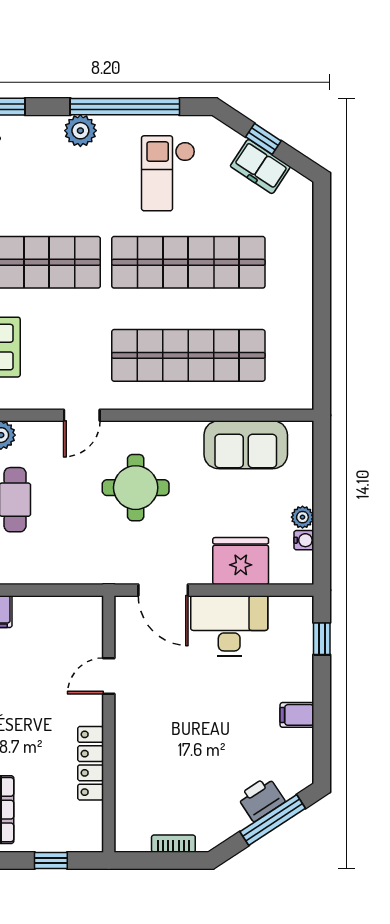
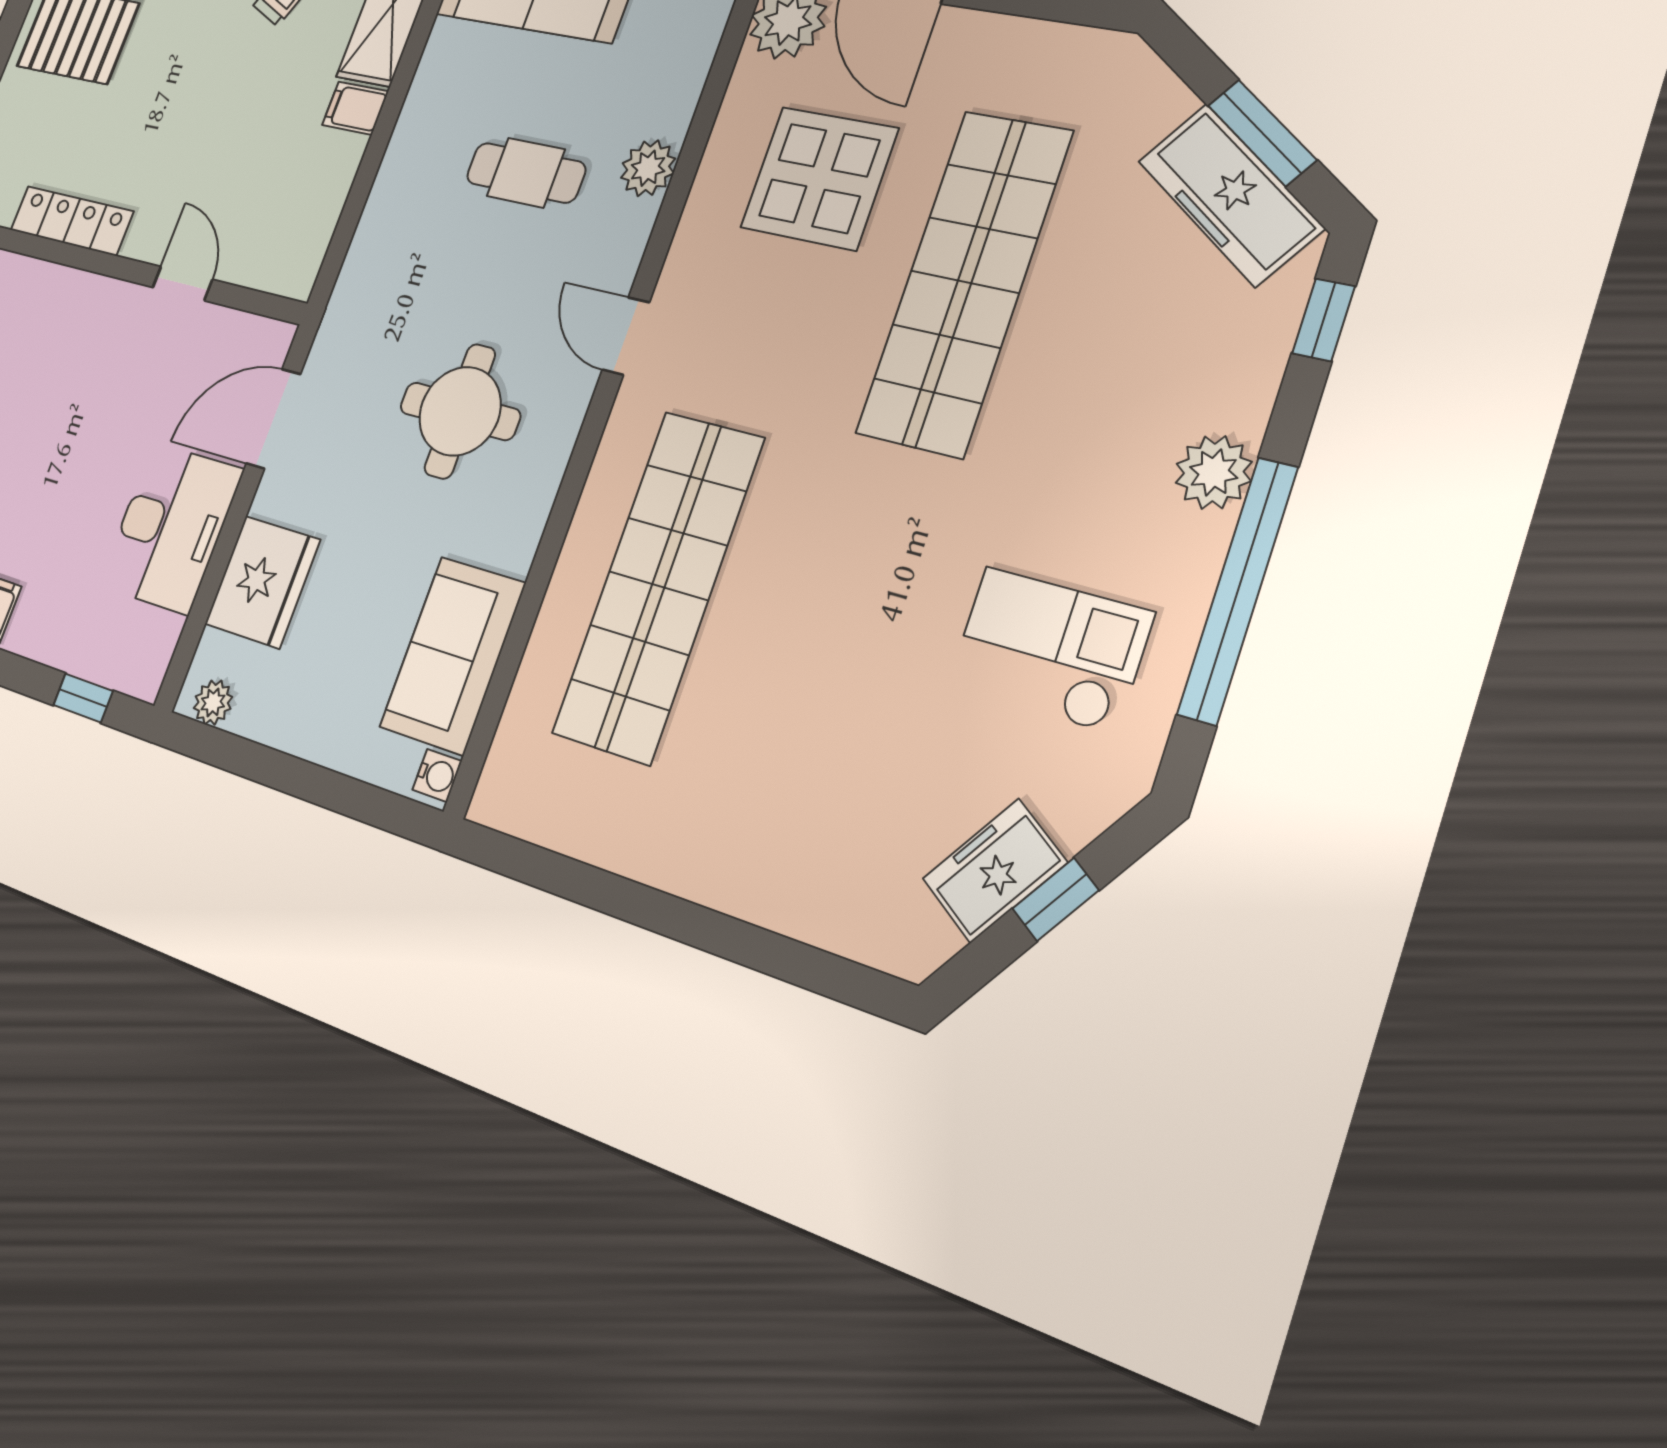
shop shelf: (188, 262) -> (843, 640), removed
plant: (302, 517) -> (213, 702), moved
water cooler: (304, 540) -> (437, 775), moved, turned -90

